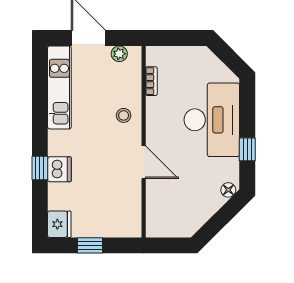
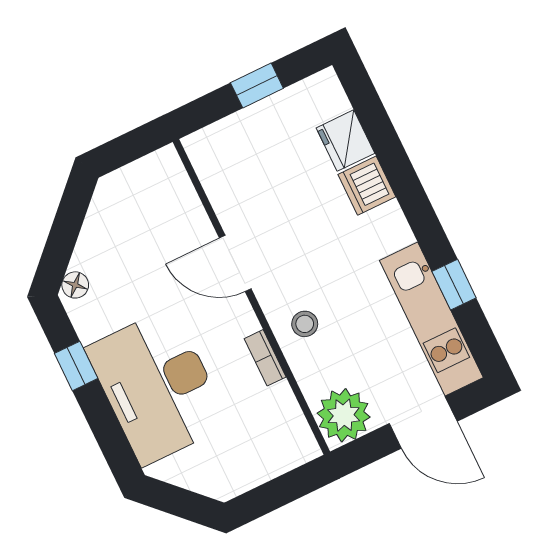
plant: (119, 54) -> (344, 415), width x1.88, depth x1.88
bookcase: (151, 81) -> (265, 358), moved
window: (40, 168) -> (454, 285), moved
fridge: (59, 224) -> (345, 141), moved

